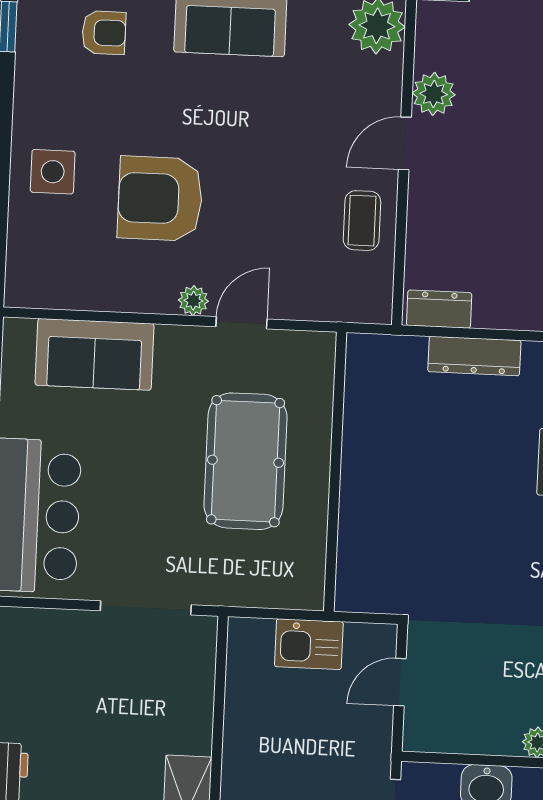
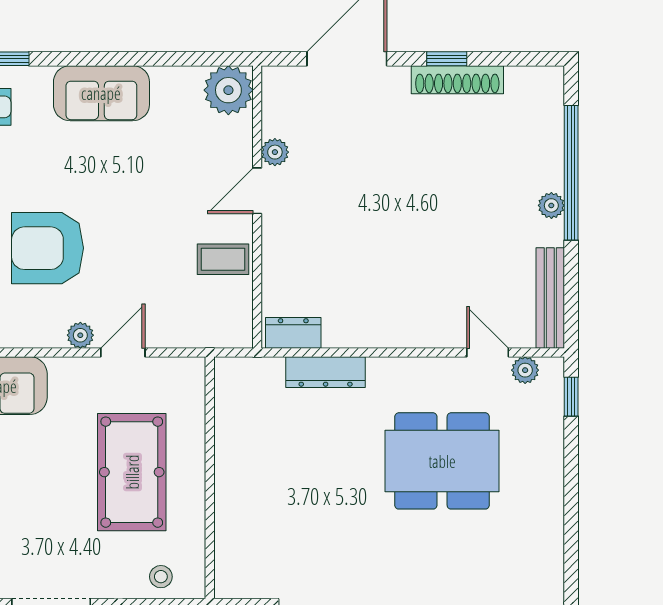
plant: (434, 94) -> (275, 152), width x0.73, depth x0.73
coffee table: (362, 221) -> (223, 259), turned 90
stool: (274, 583) -> (161, 577), added

